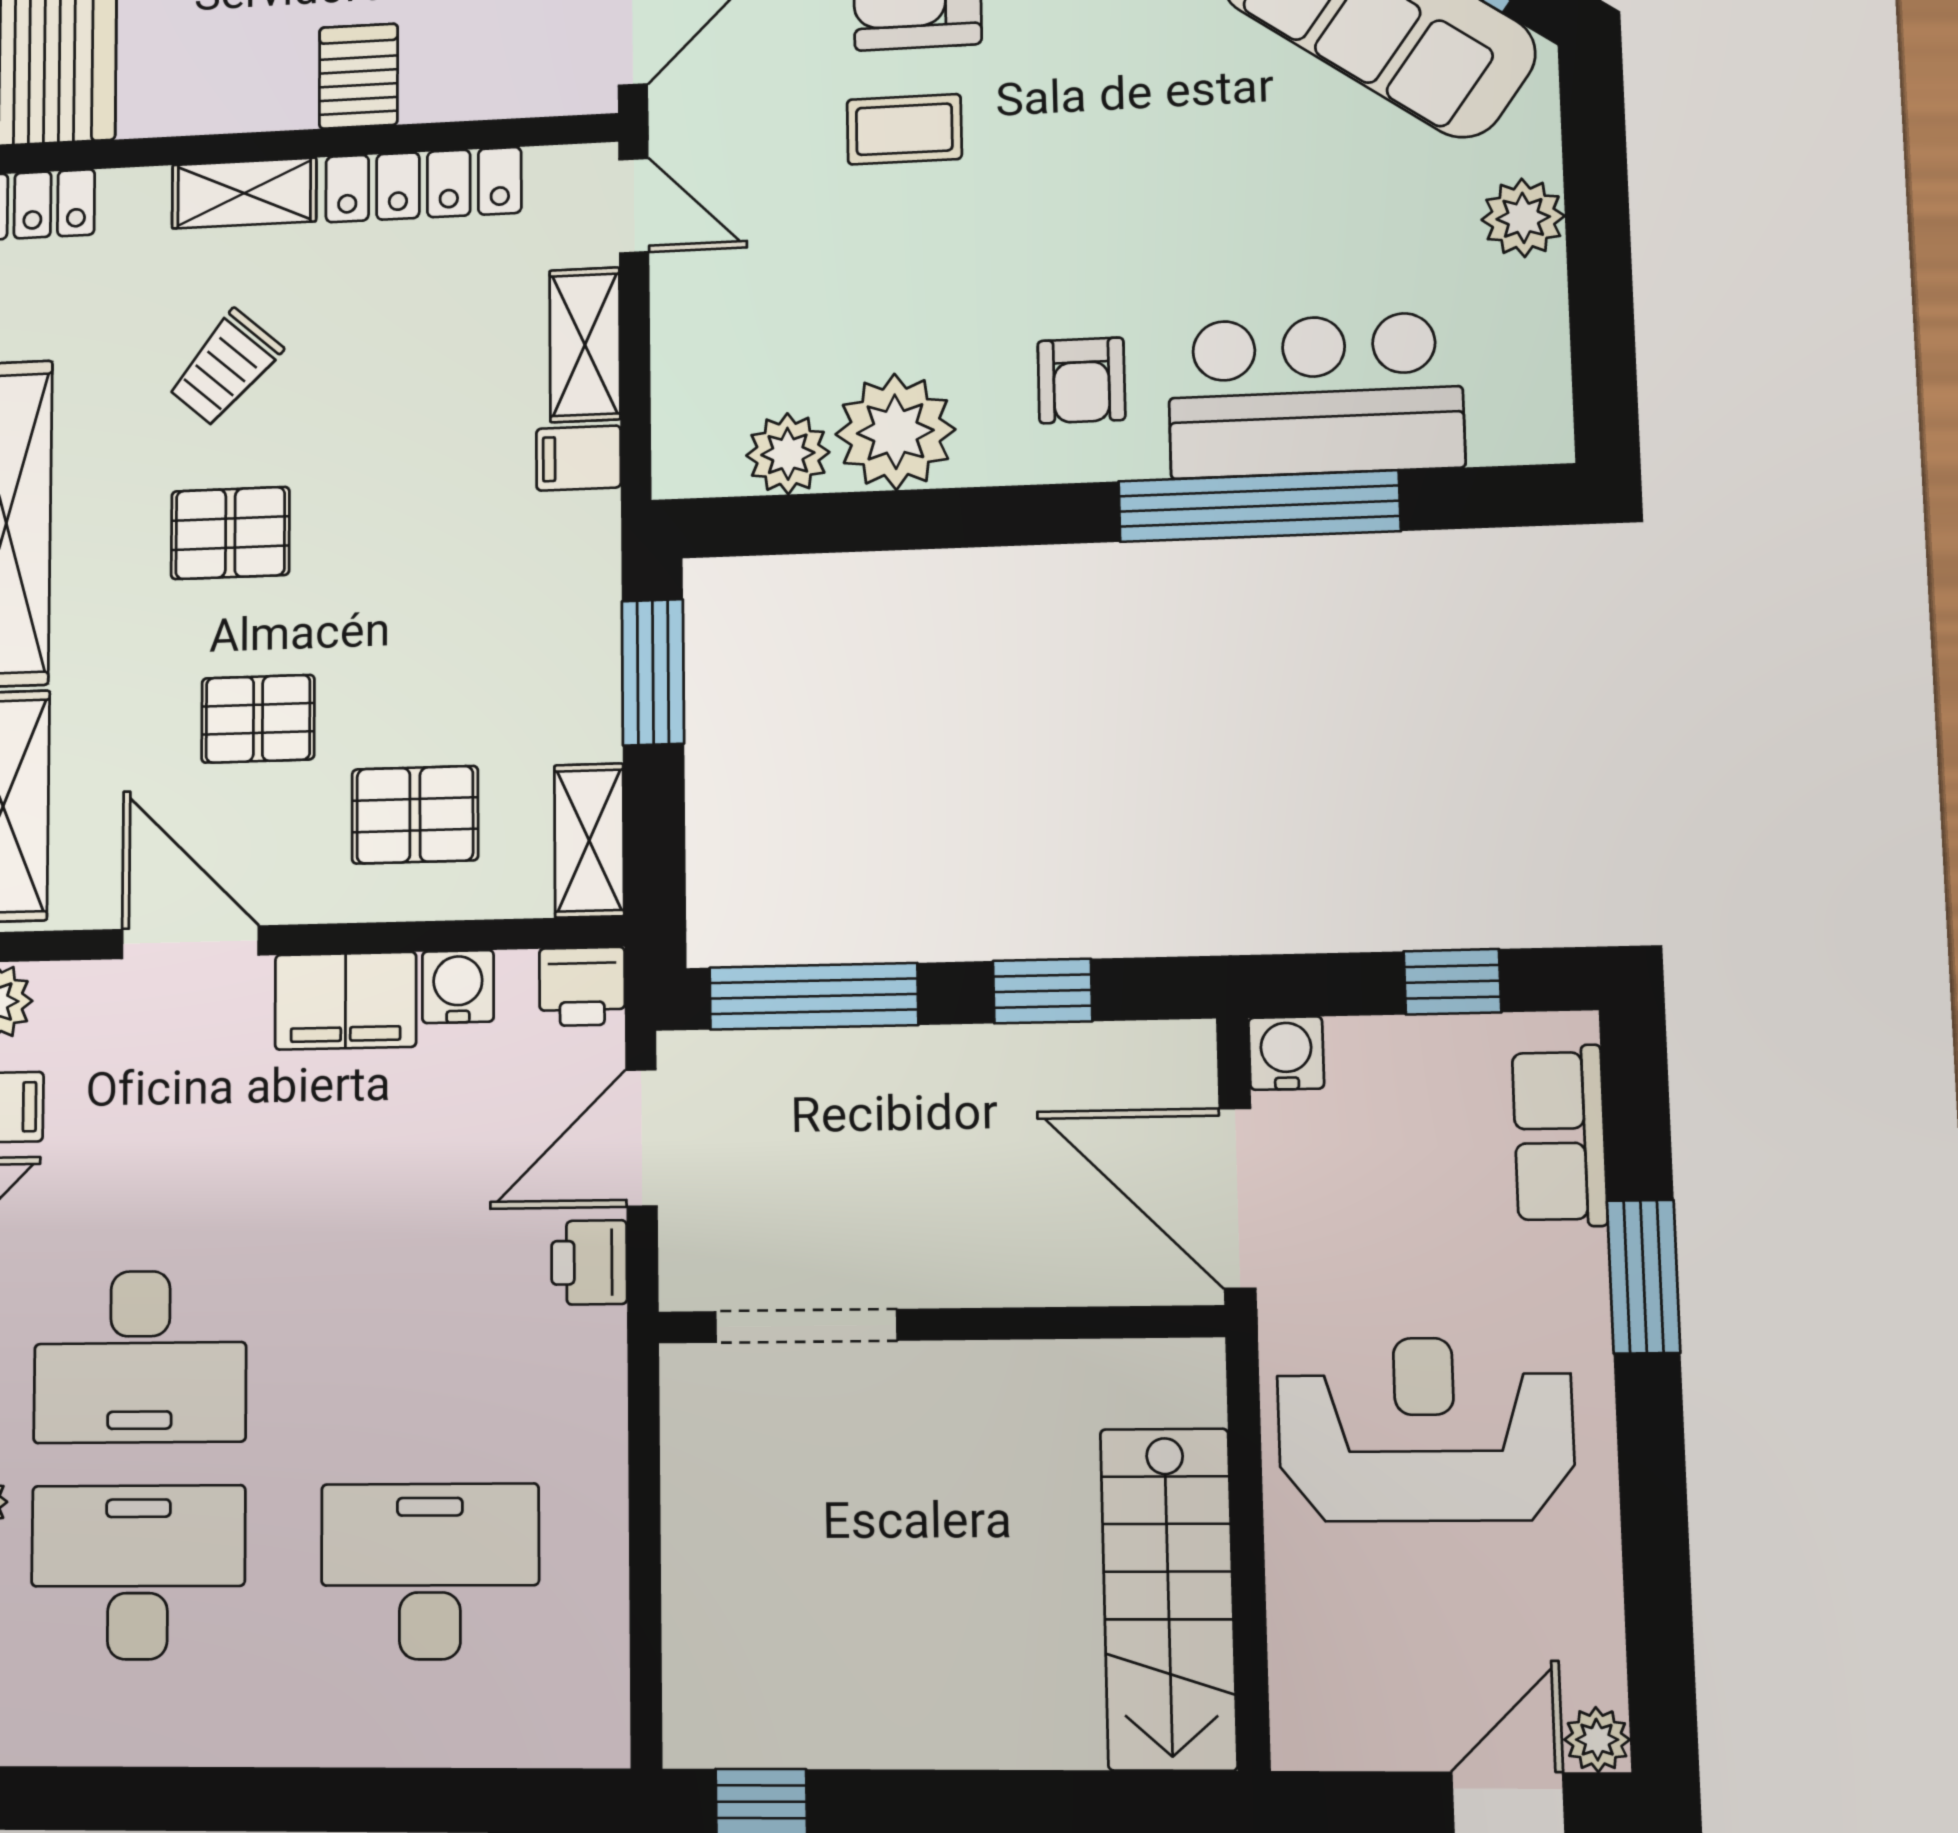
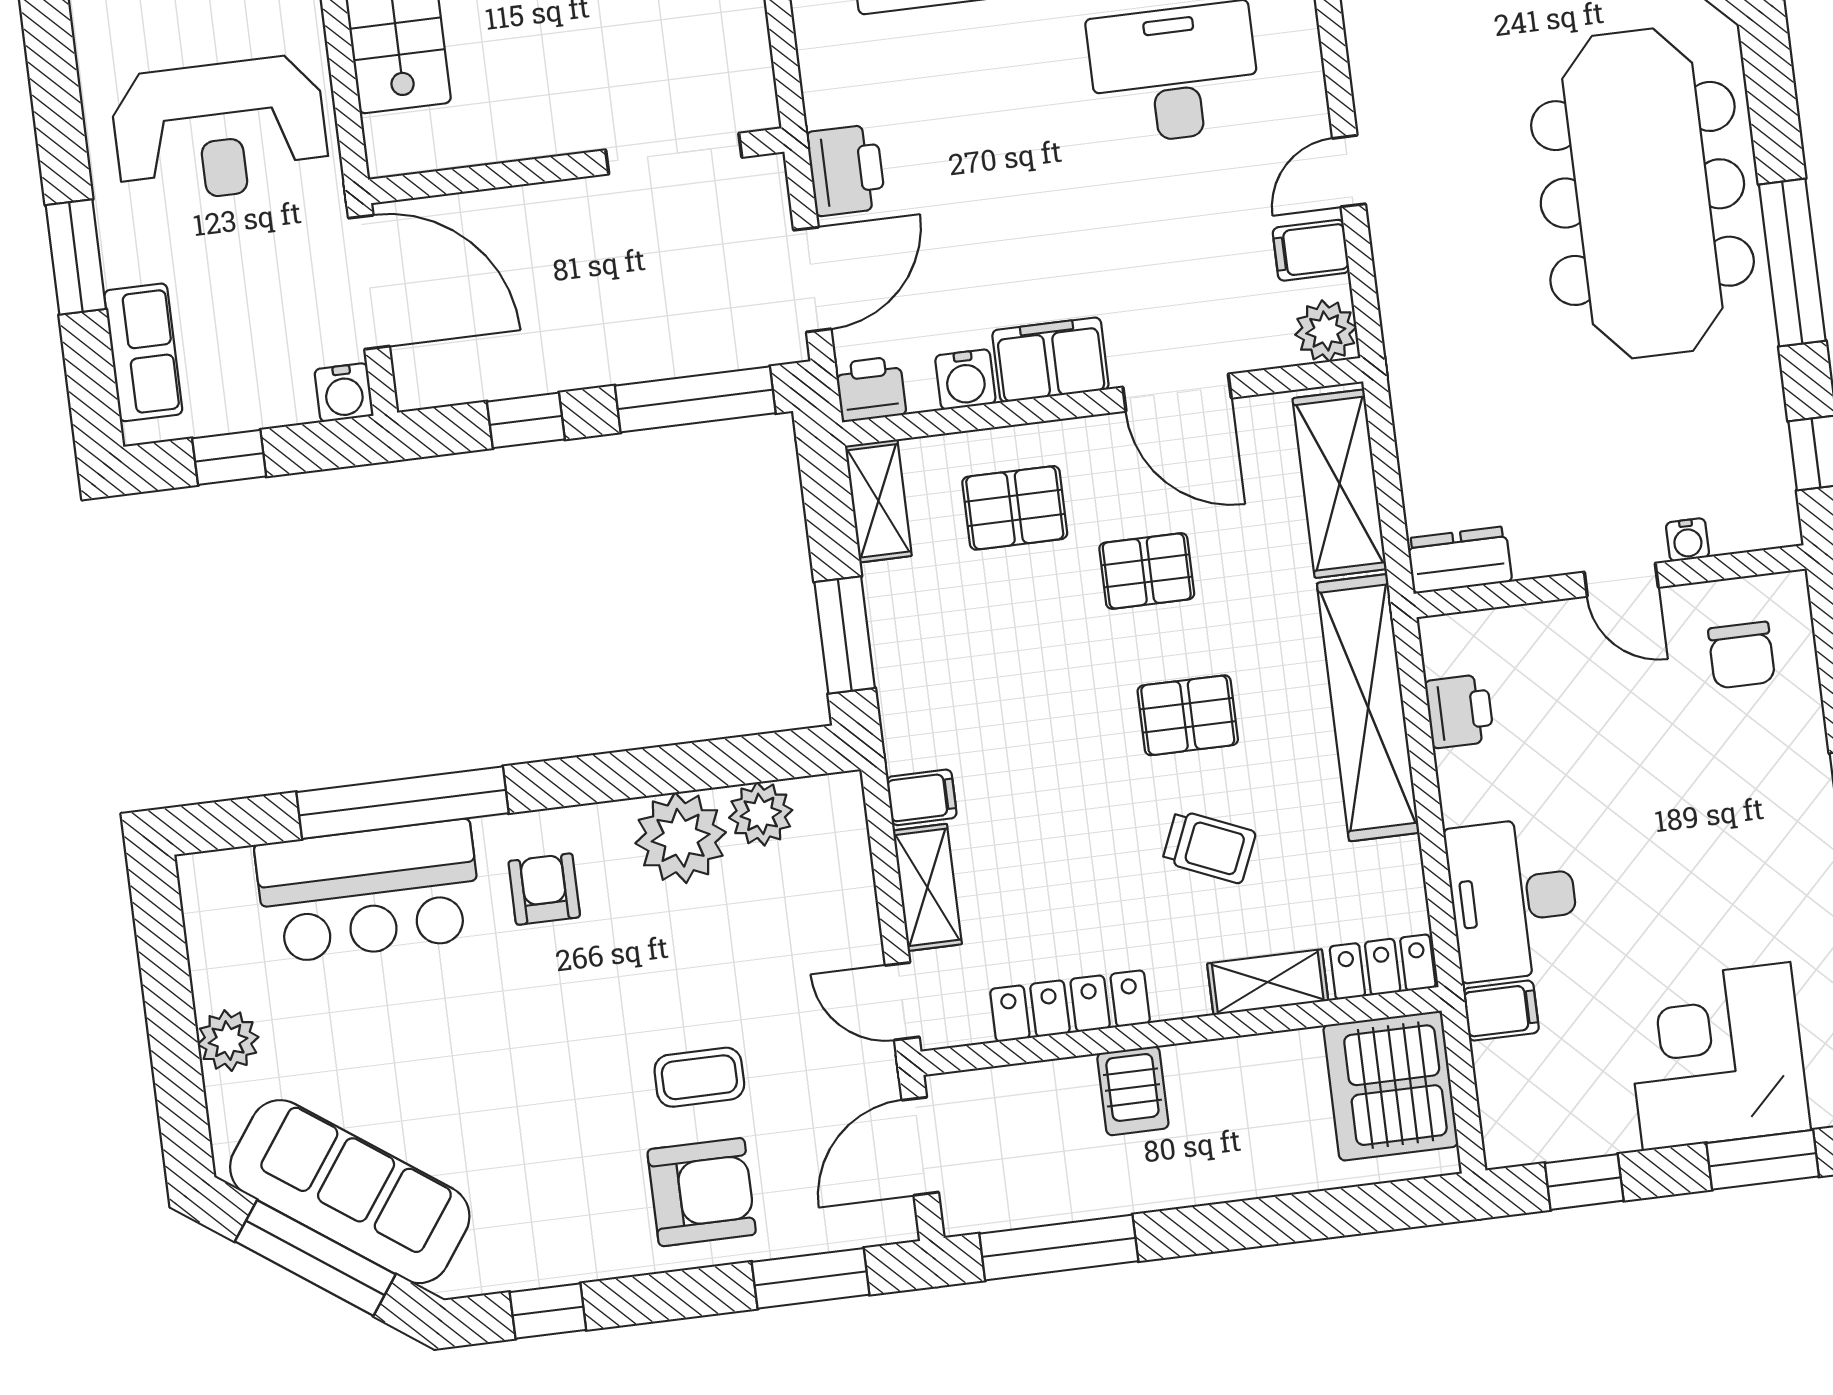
shelving: (244, 193) -> (1268, 982), moved
trolley: (225, 368) -> (1209, 847), turned 72
printer: (589, 1262) -> (846, 170), width x1.36, depth x1.24

